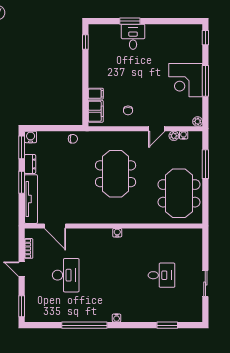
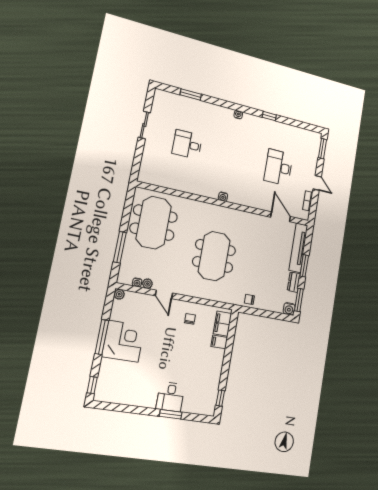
door: (157, 129) -> (164, 294), swing flipped
window: (84, 325) -> (269, 116), width x0.32

